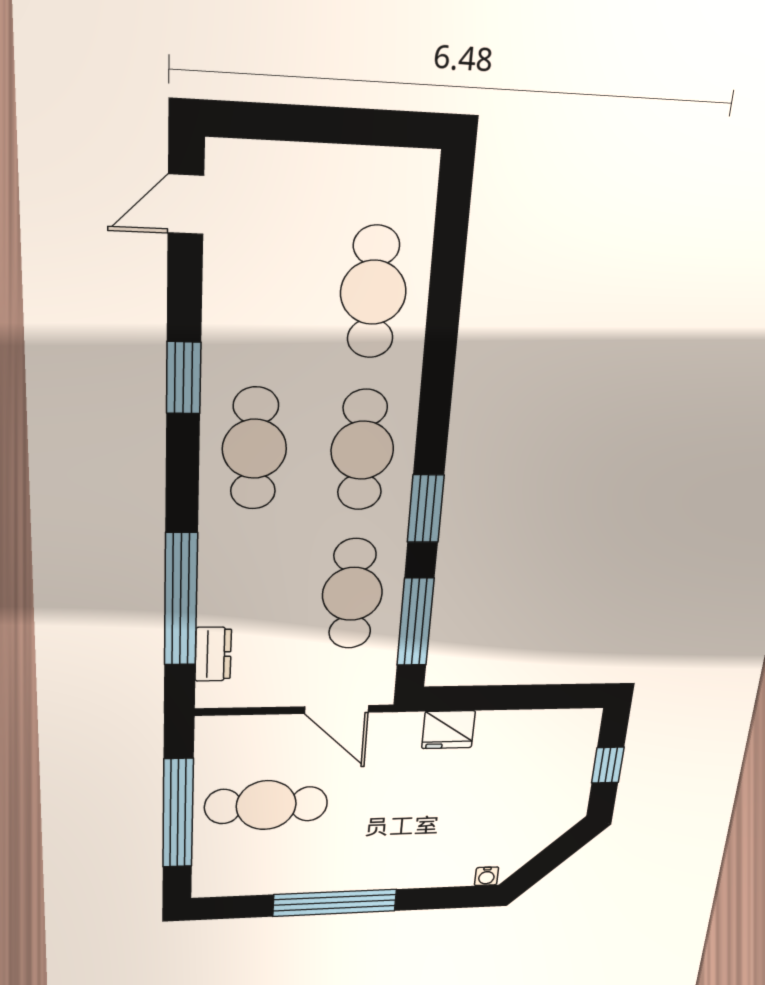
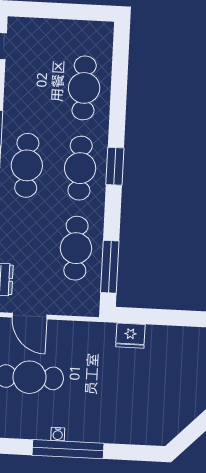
window: (426, 509) -> (115, 166), moved
door: (337, 709) -> (30, 316), moved
water cooler: (487, 876) -> (58, 434), moved

